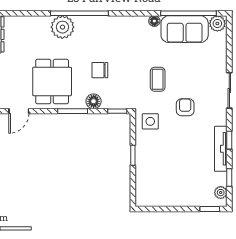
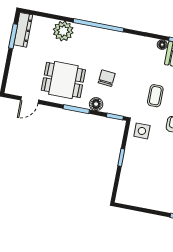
plant: (62, 27) -> (63, 31), moved
chair: (100, 70) -> (107, 78), turned 95
dining table: (52, 81) -> (63, 80), turned 90

